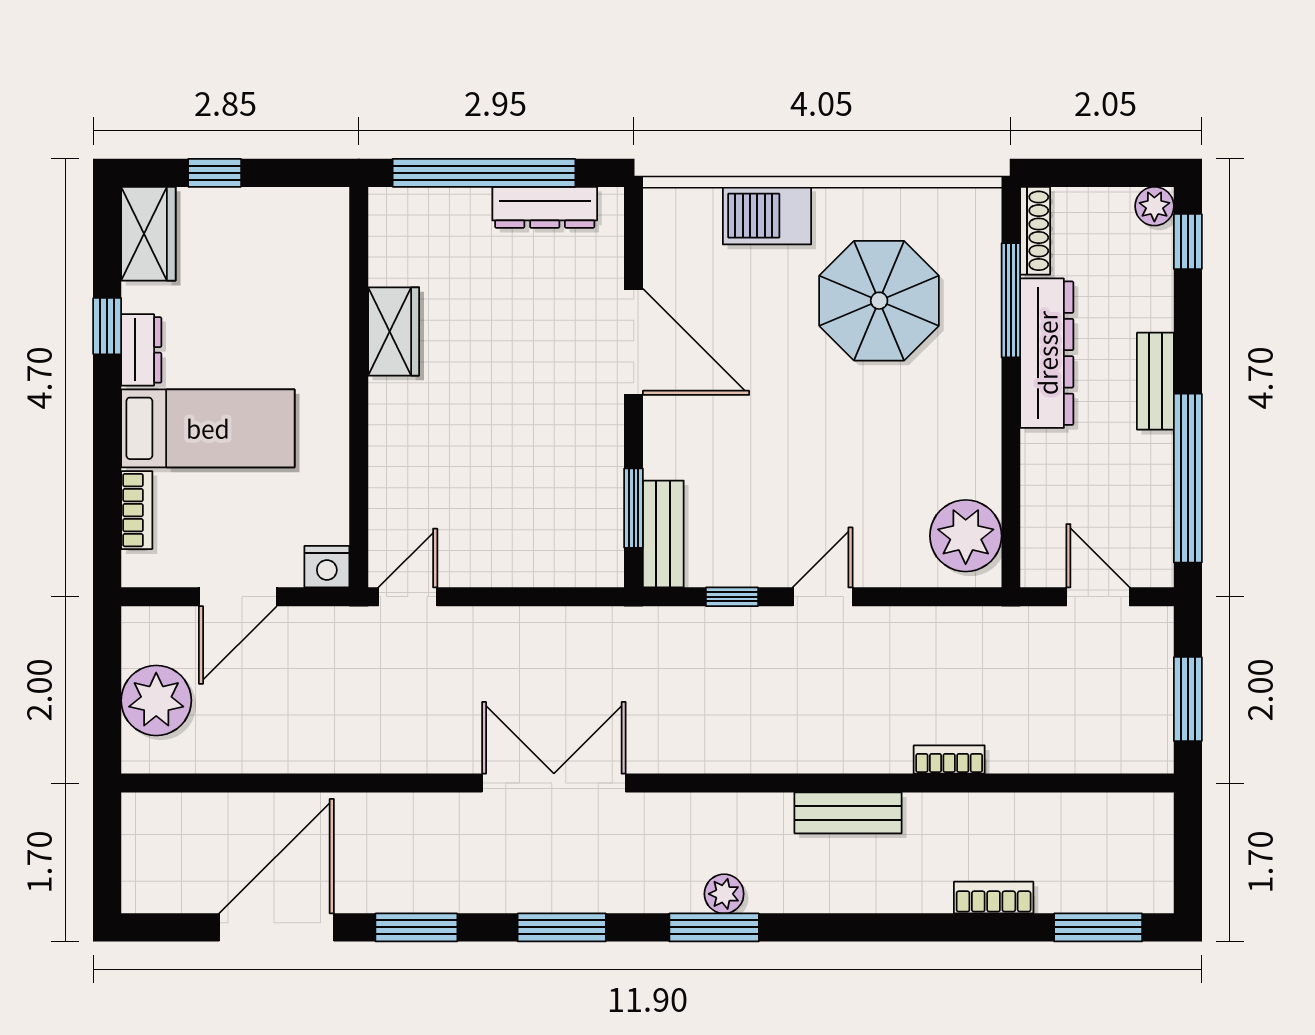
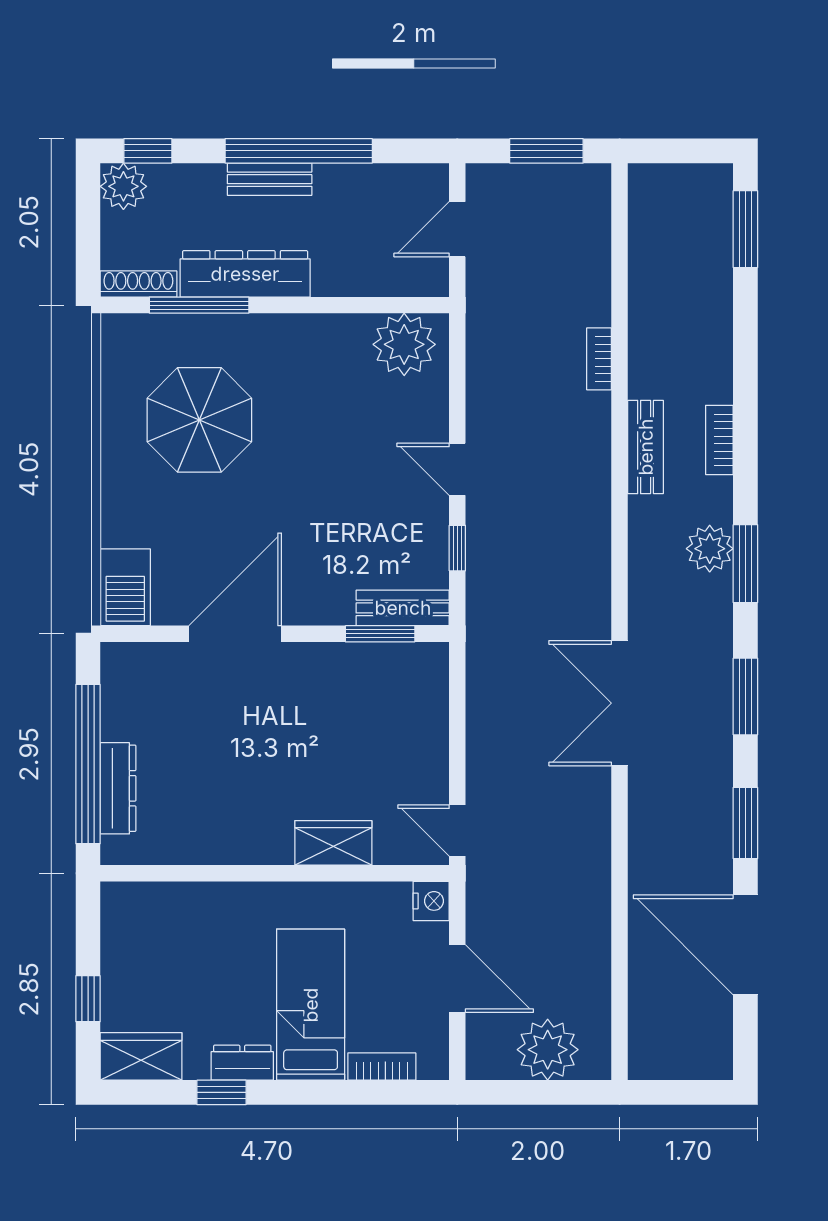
plant: (1154, 206) -> (123, 186), width x1.38, depth x1.38
dresser: (545, 207) -> (118, 788), moved
barbecue: (767, 216) -> (125, 587), moved
wardrobe: (394, 331) -> (333, 843), moved
window: (1188, 478) -> (299, 151), moved
plant: (724, 894) -> (710, 549), width x1.38, depth x1.38
bookcase: (994, 898) -> (719, 440), moved

